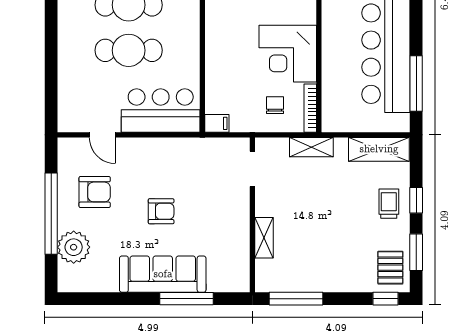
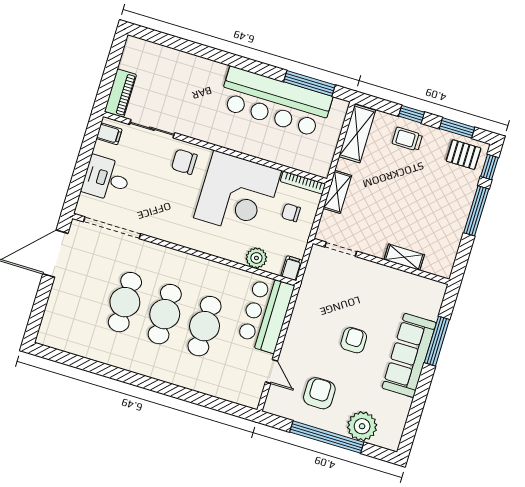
corner desk: (288, 54) -> (238, 194), width x1.36, depth x1.36
plant: (216, 83) -> (256, 258), added
door: (102, 135) -> (271, 371), hinge flipped
window: (296, 299) -> (476, 211), moved

